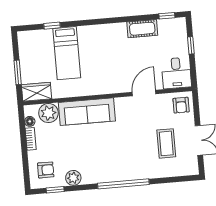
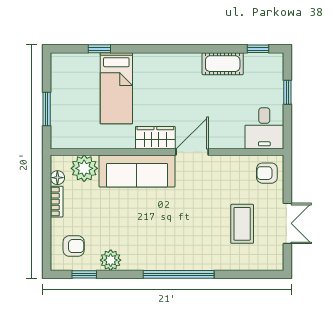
wardrobe: (36, 92) -> (155, 138), moved
door: (144, 93) -> (192, 152), moved
armchair: (181, 105) -> (267, 173), turned 90

